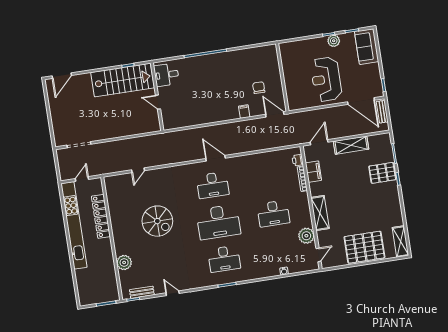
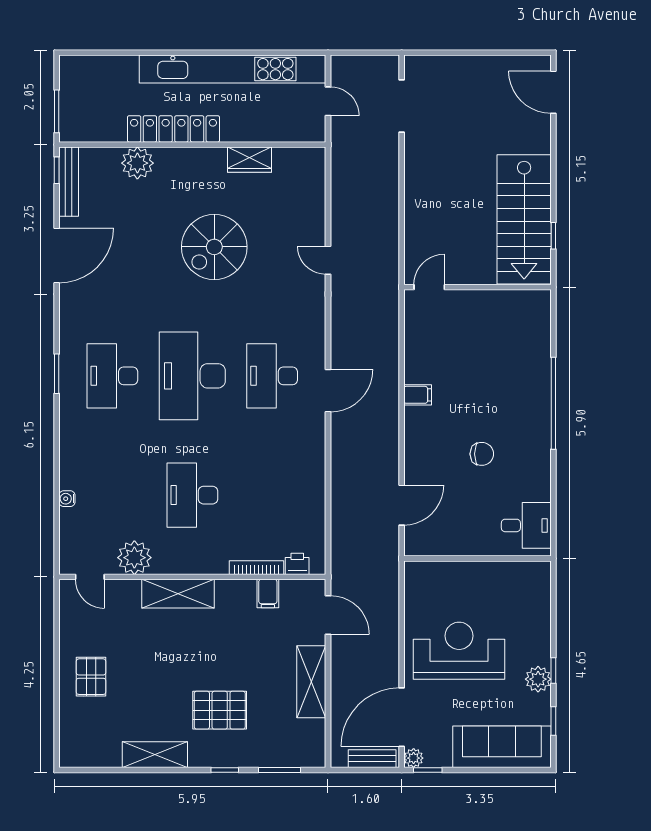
sofa: (367, 47) -> (502, 747), width x1.36
desk: (166, 75) -> (526, 525), moved, turned 90
chair: (259, 88) -> (482, 454), moved
plant: (379, 93) -> (414, 758), added
door: (158, 102) -> (429, 287), moved
filing cabinet: (244, 112) -> (418, 395), moved
door: (275, 114) -> (402, 505), moved
door: (138, 170) -> (328, 260), moved
filing cabinet: (313, 172) -> (268, 594), width x0.50
pallet: (382, 173) -> (220, 710), moved, turned 90
wardrobe: (115, 211) -> (250, 160), added
locker: (101, 216) -> (173, 129), moved
shelving: (400, 241) -> (155, 755), moved
pallet: (364, 247) -> (91, 677), width x0.49, depth x0.50
bench: (142, 292) -> (69, 182), width x1.36
door: (173, 293) -> (57, 256), width x1.87

